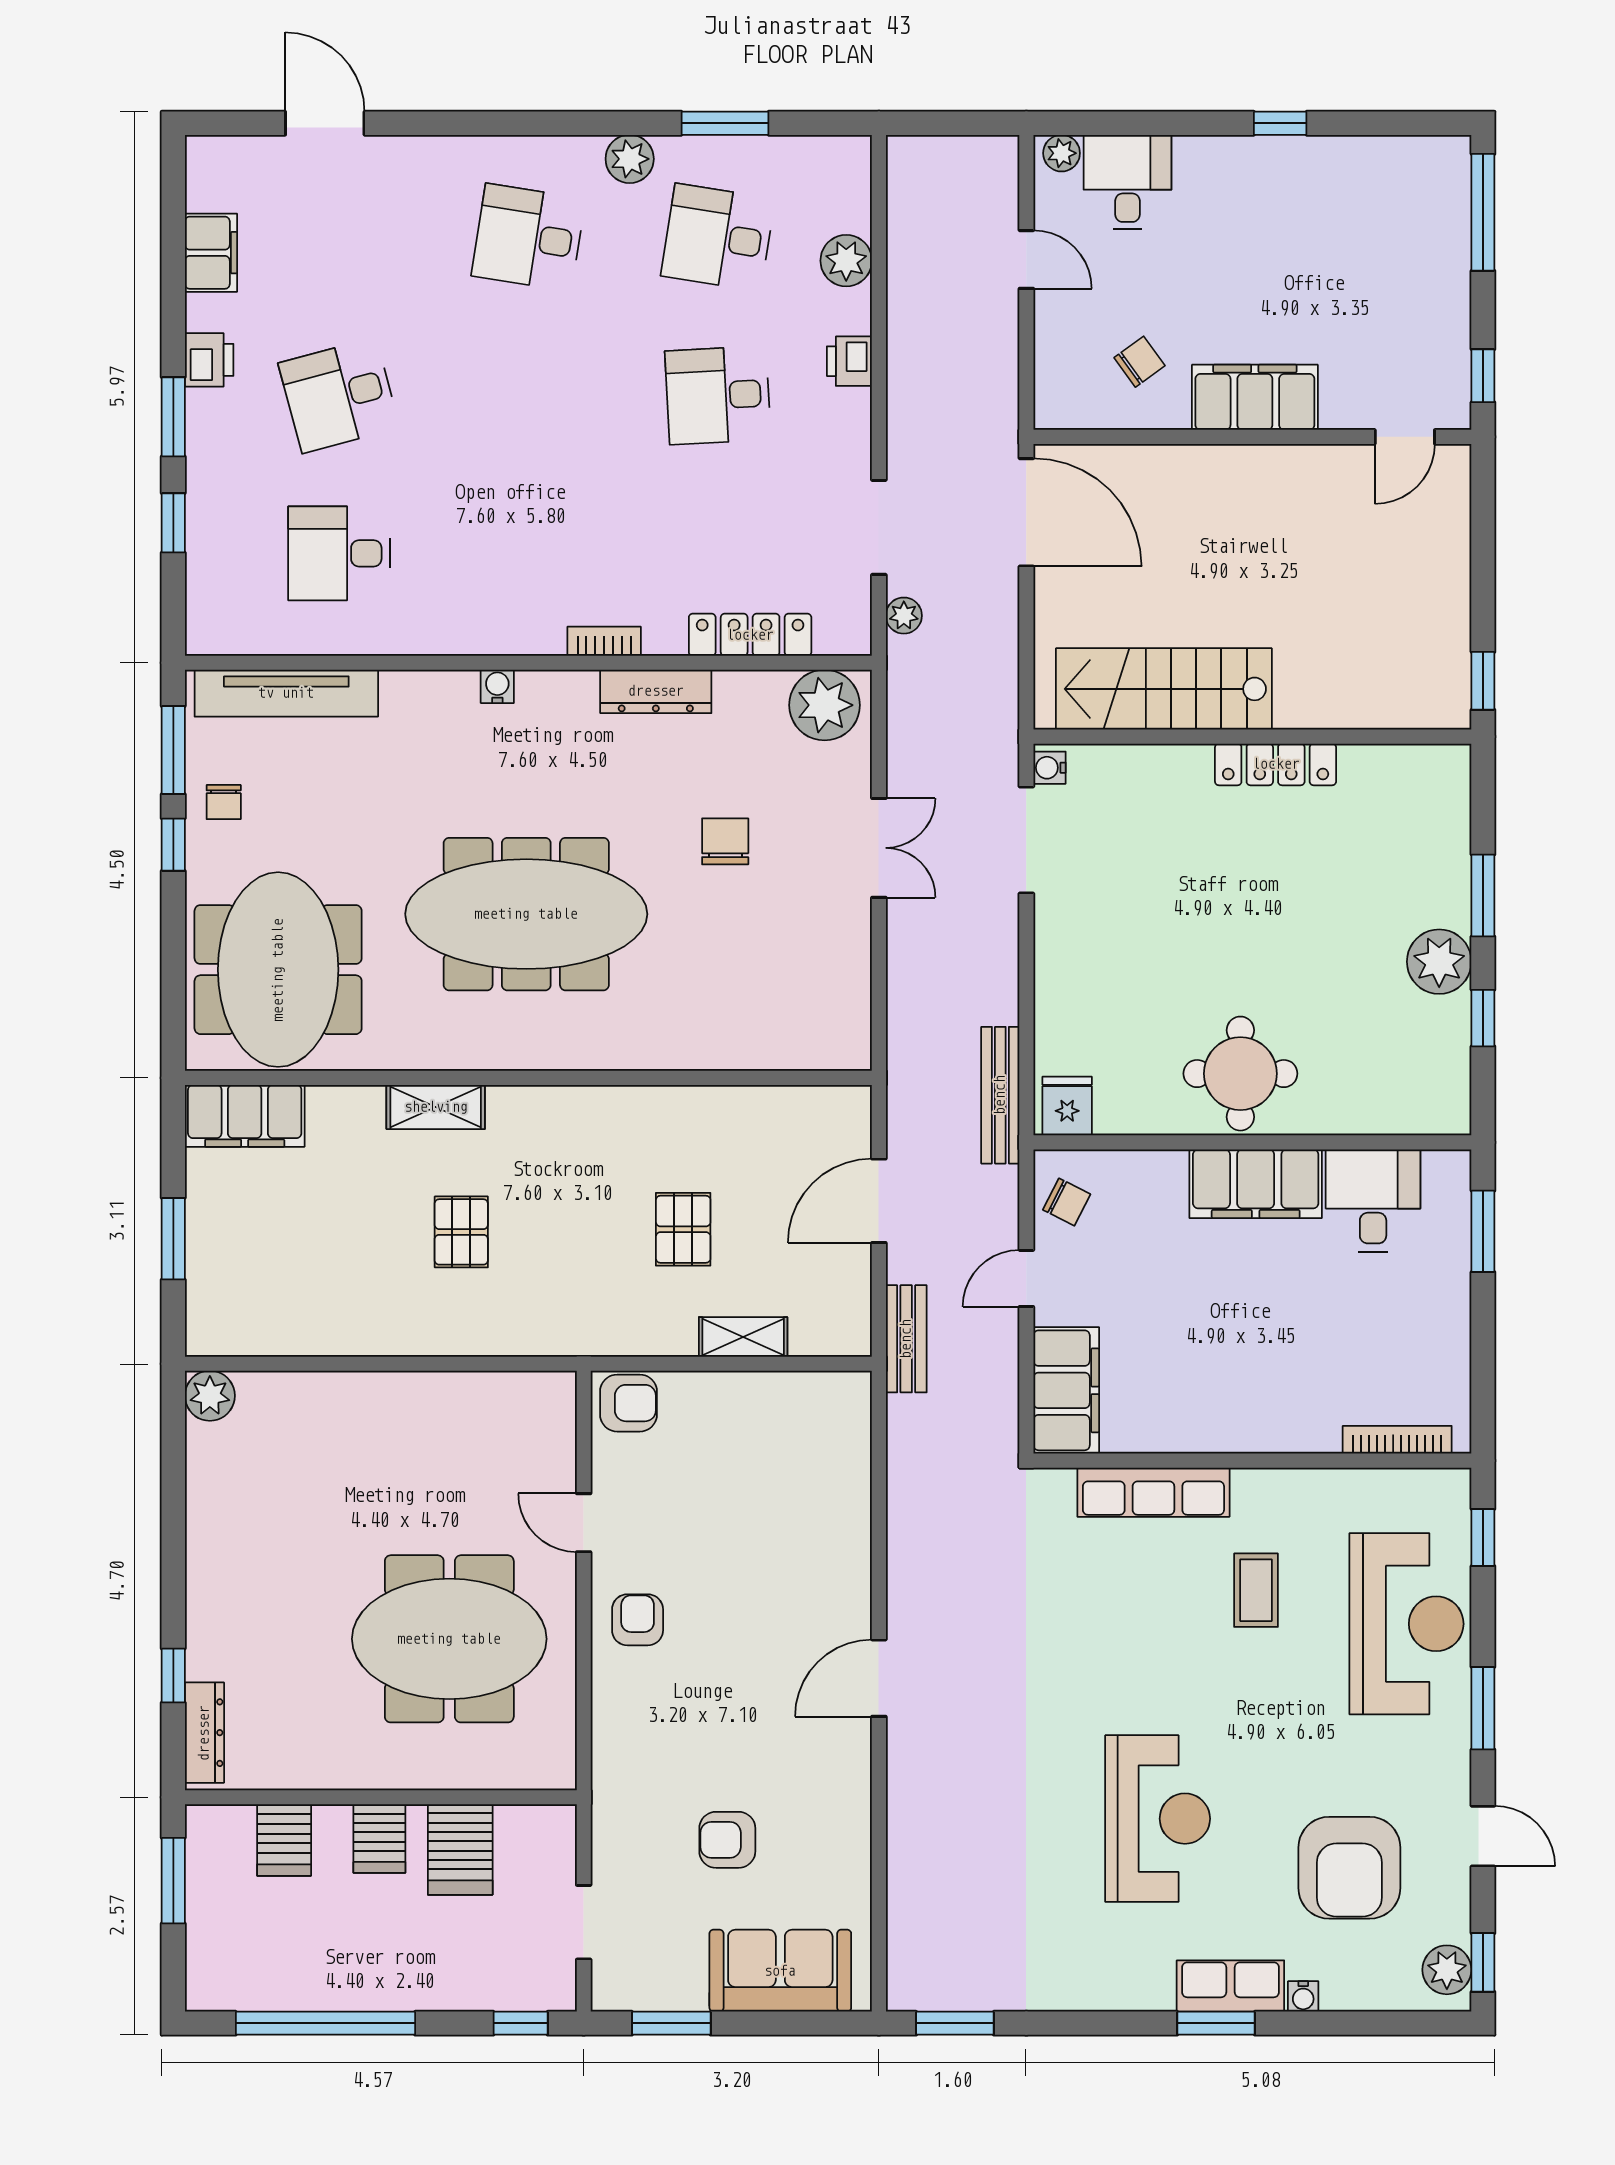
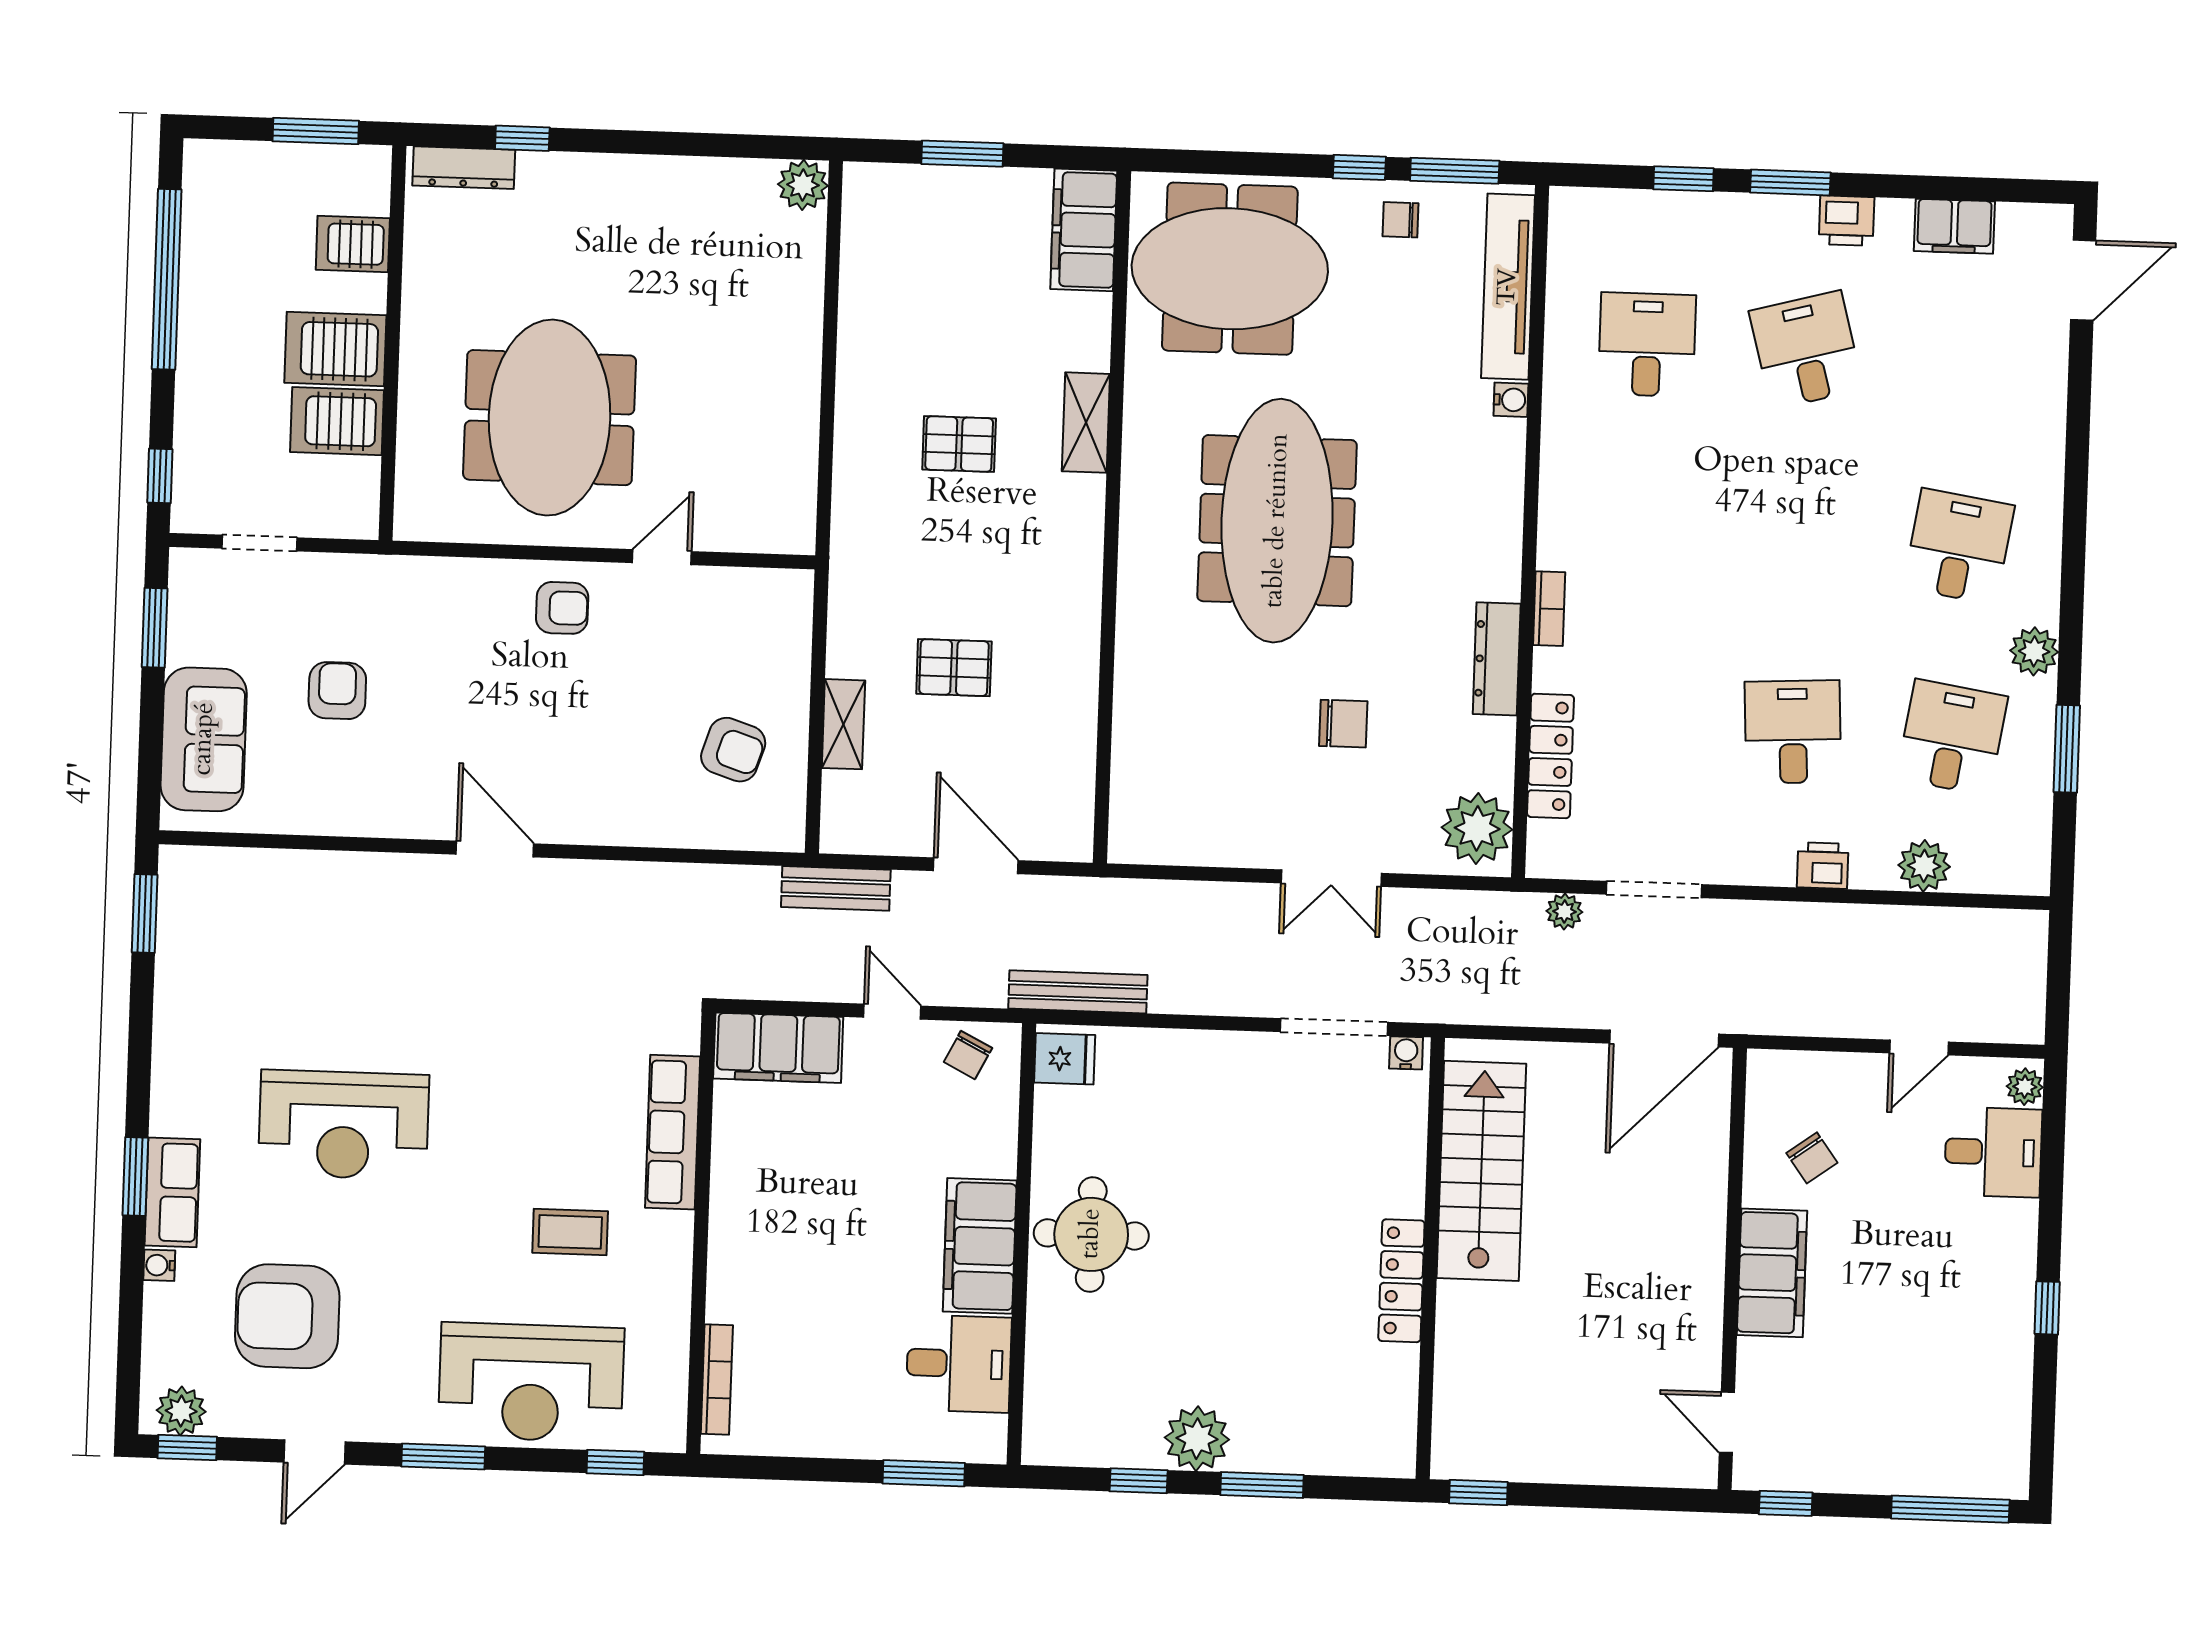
door: (325, 123) -> (2083, 280), moved
water cooler: (497, 686) -> (1511, 400), moved
armchair: (629, 1403) -> (733, 750), moved, turned -72
server rack: (379, 1839) -> (335, 349), width x1.36, depth x1.44

